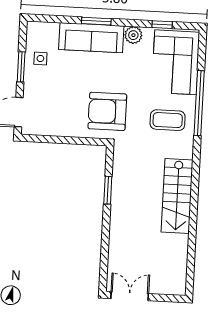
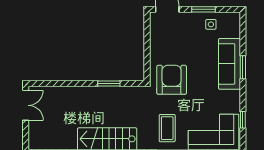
plant: (133, 35) -> (233, 97), removed

